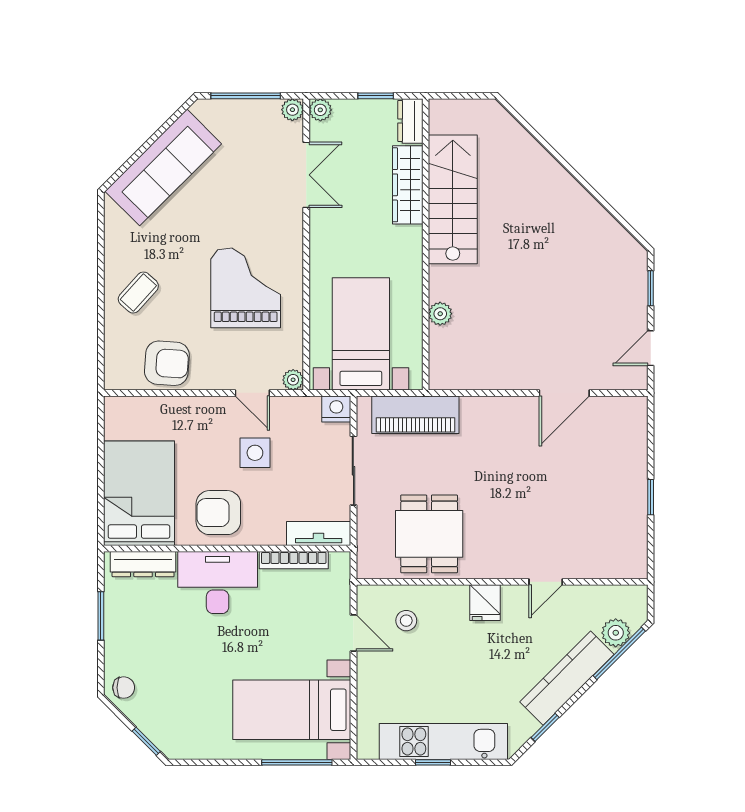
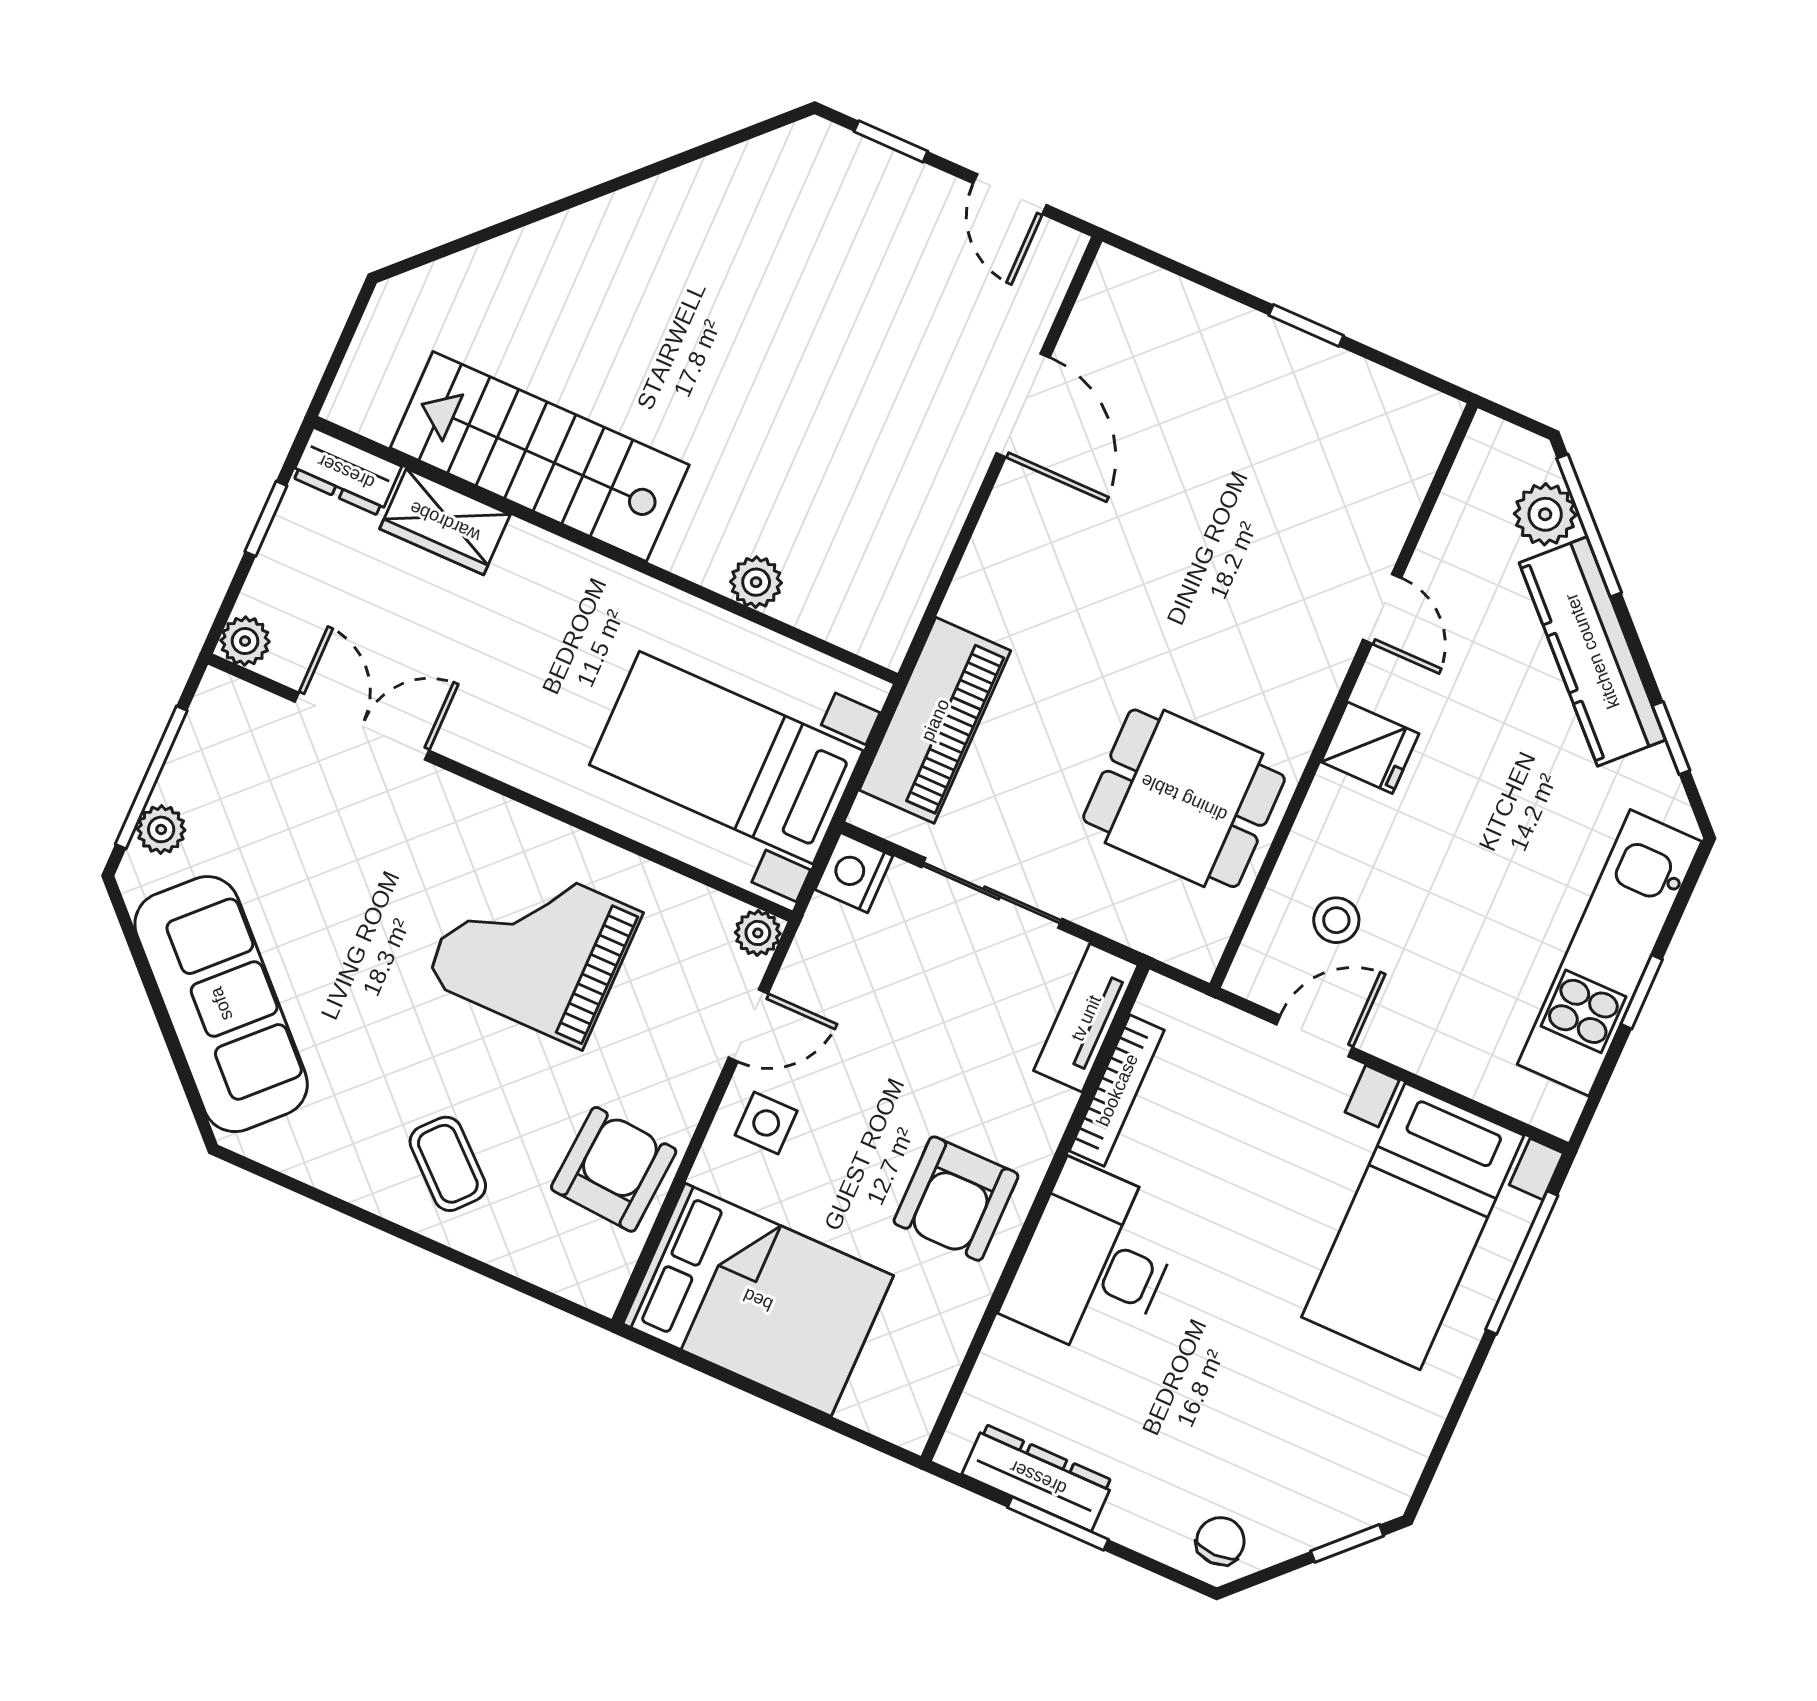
plant: (292, 110) -> (161, 829), moved
wardrobe: (408, 185) -> (445, 522), width x0.67
side table: (255, 453) -> (766, 1123), moved, width x0.73, depth x0.73
bed: (139, 493) -> (758, 1300), moved, turned 180
dresser: (143, 564) -> (1038, 1478), moved, turned -90

